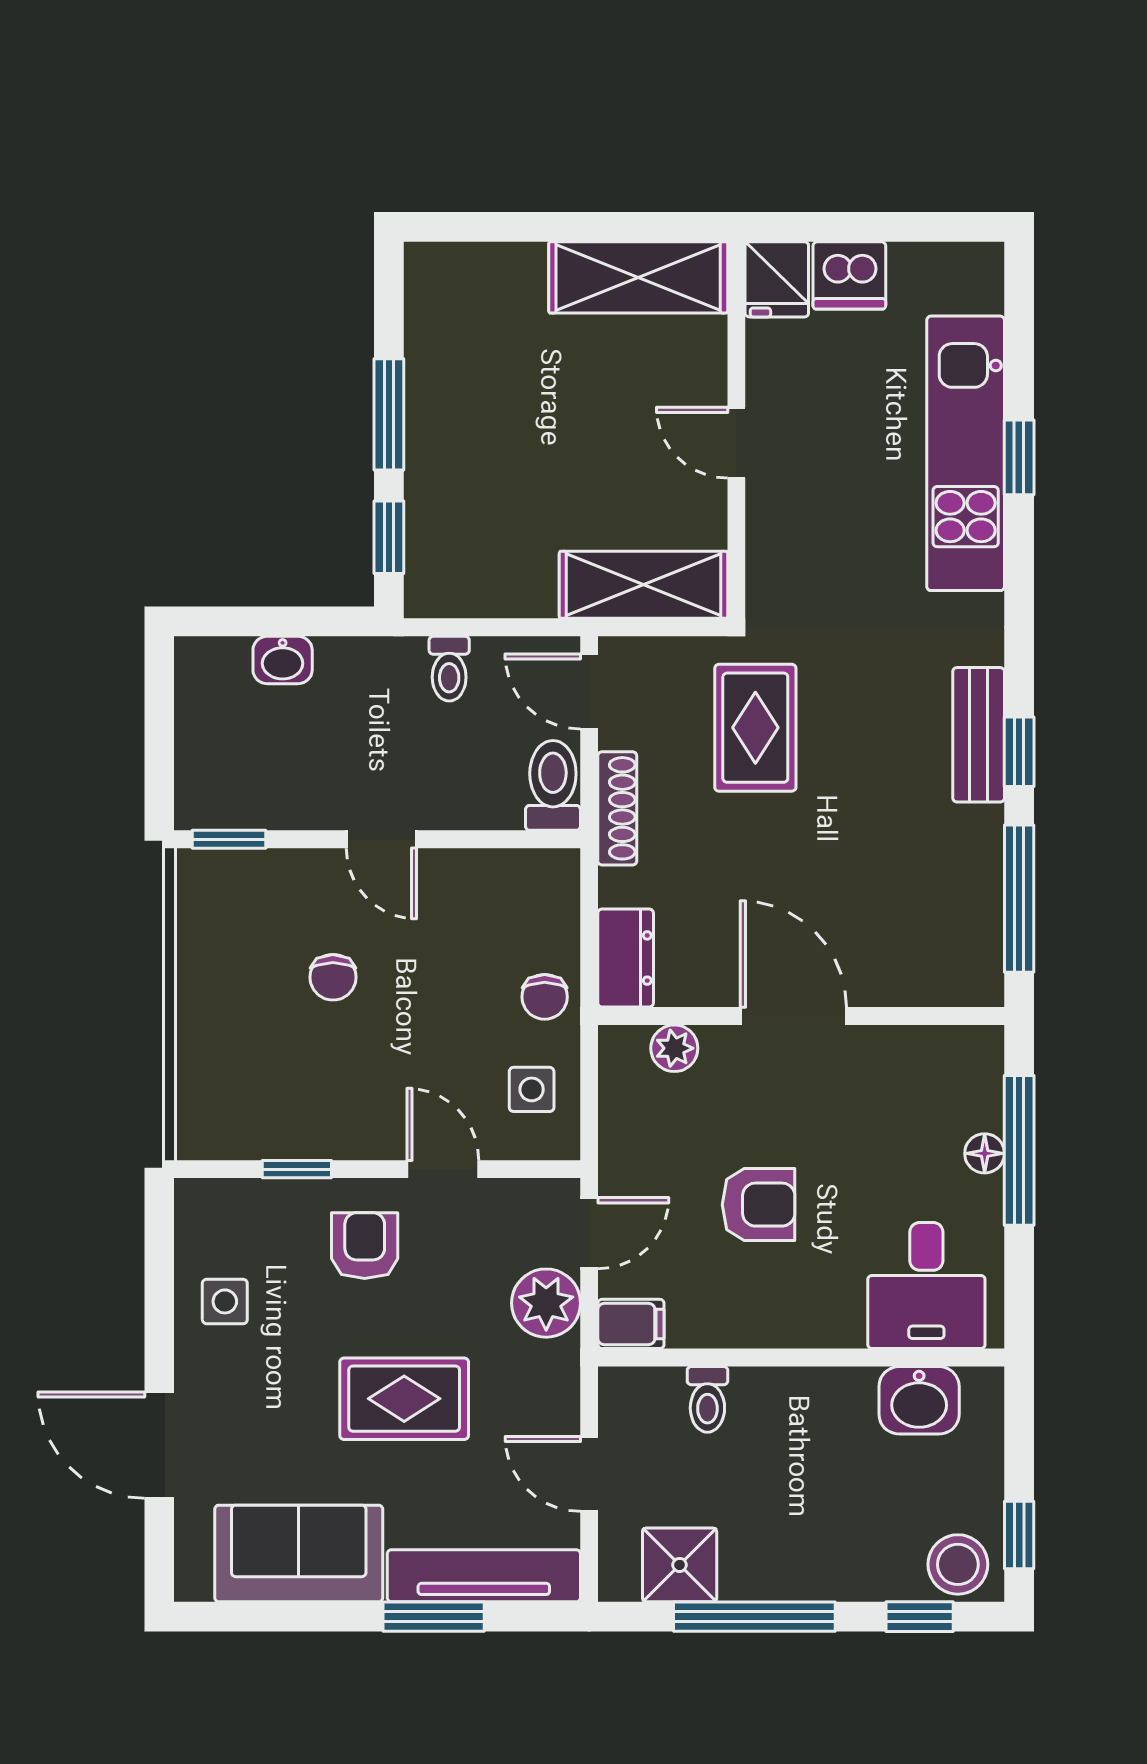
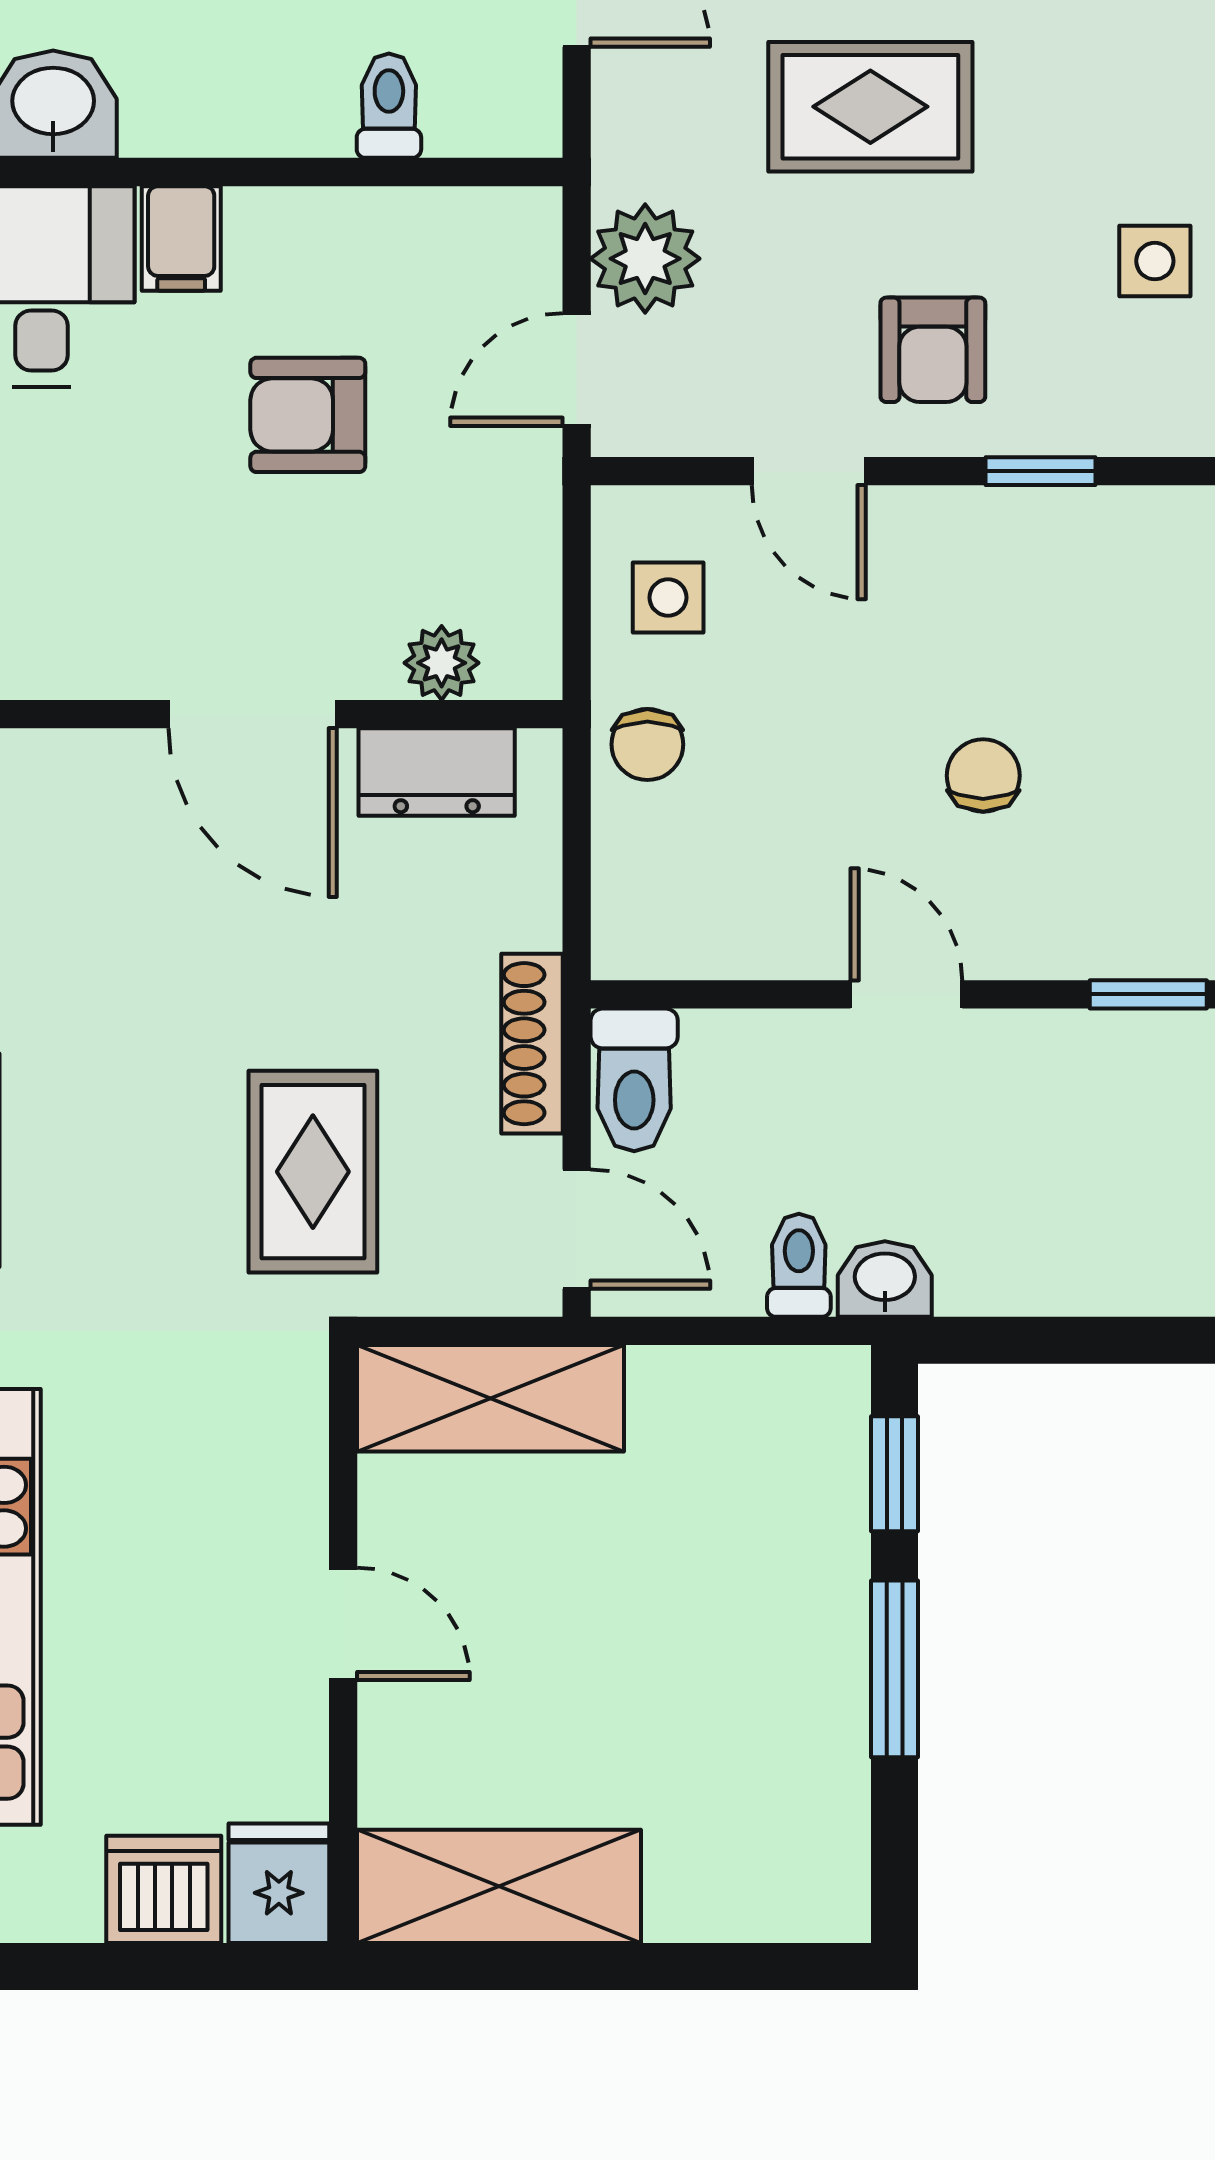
washbasin: (283, 660) -> (885, 1279), moved
dresser: (626, 958) -> (437, 772), moved, turned -90
chair: (545, 997) -> (647, 744), turned 180
filing cabinet: (631, 1324) -> (181, 238), moved, turned -90

